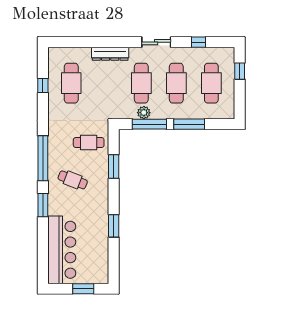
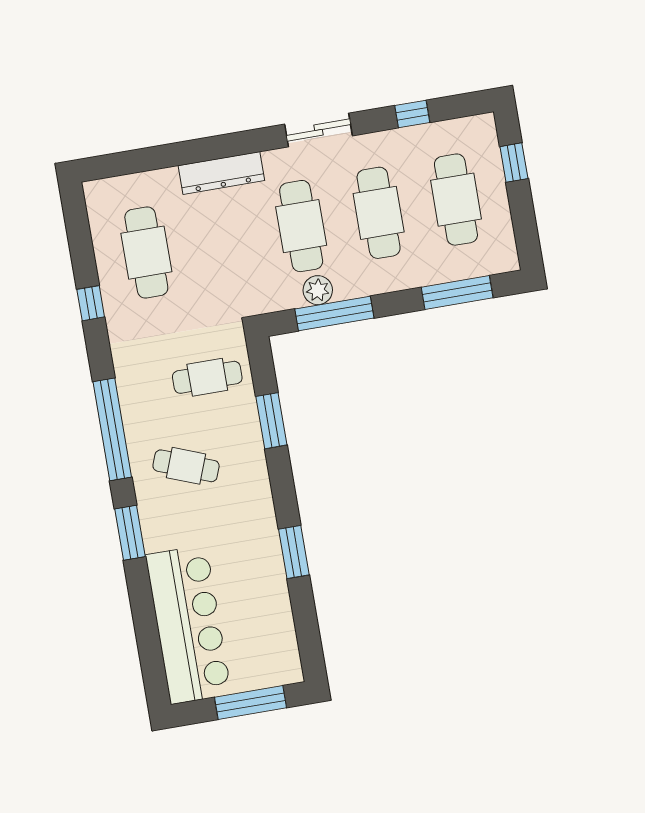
window: (43, 86) -> (91, 303), moved
window: (189, 124) -> (457, 292), moved
window: (83, 289) -> (250, 702), width x1.44

